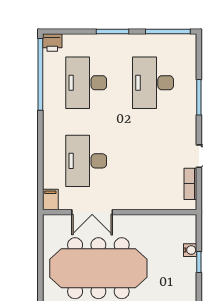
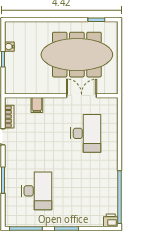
desk: (86, 83) -> (86, 191), removed
filing cabinet: (50, 200) -> (37, 105), moved
water cooler: (190, 250) -> (9, 47), moved

